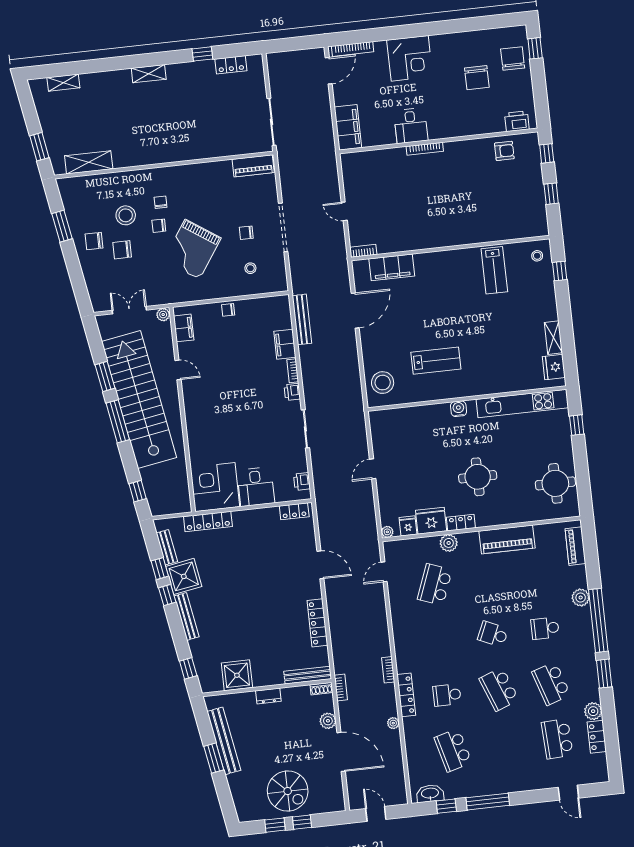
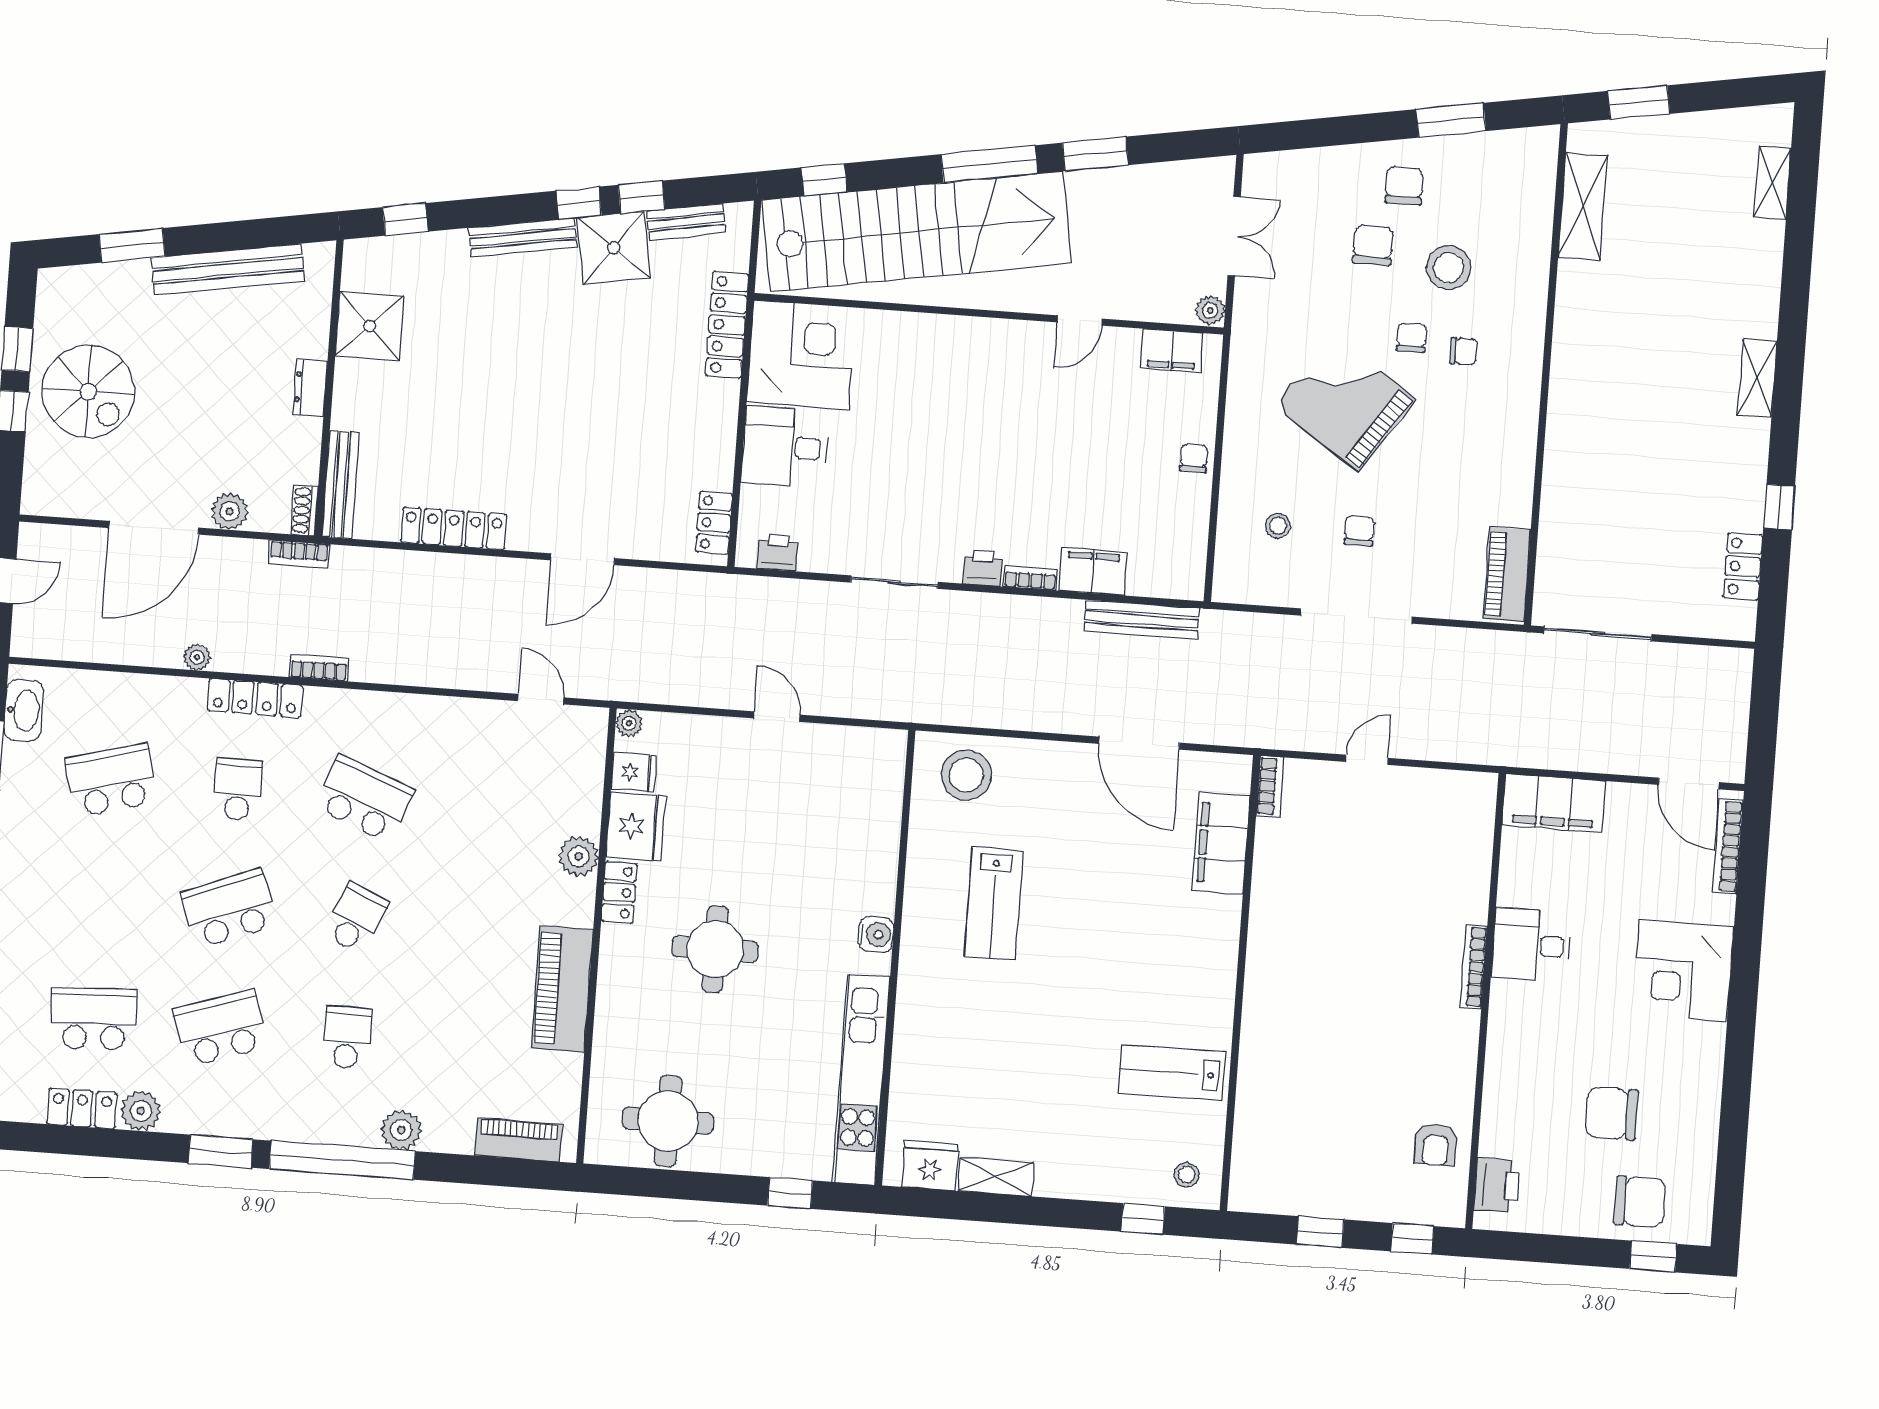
stairs: (139, 399) -> (917, 232), moved
school desk: (435, 585) -> (364, 799), moved
window: (214, 758) -> (132, 245), moved
spiral stairs: (288, 791) -> (89, 392), turned -90

